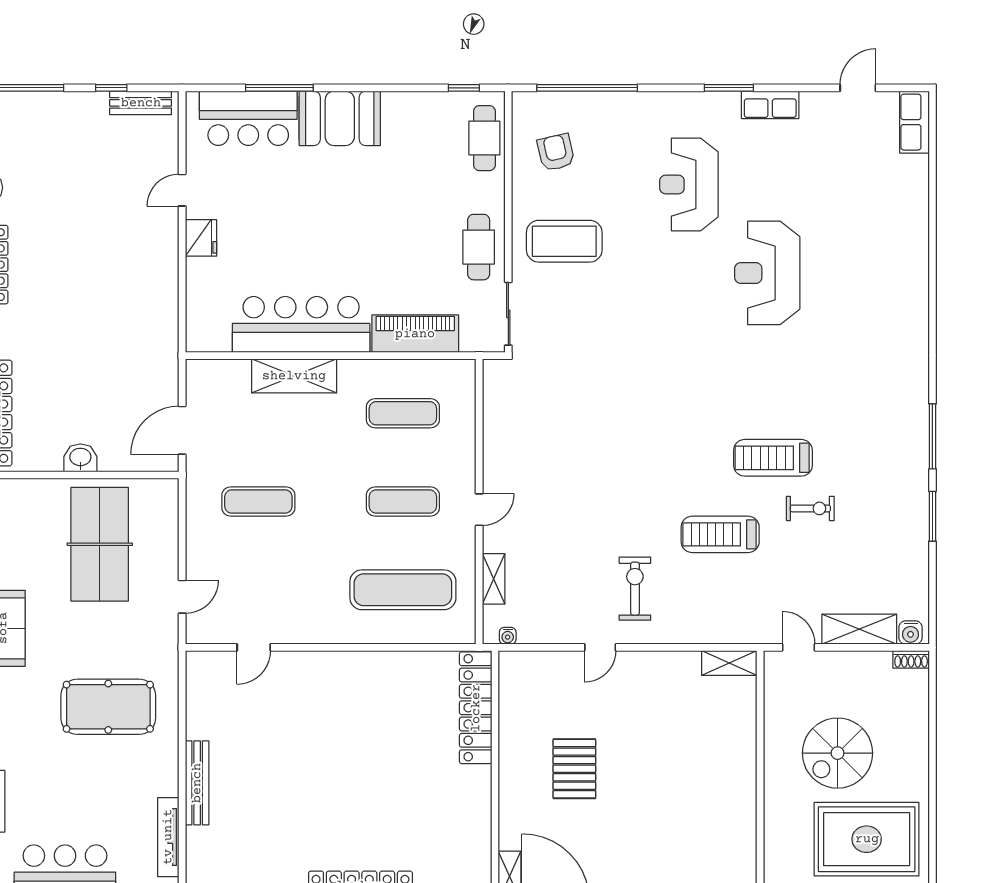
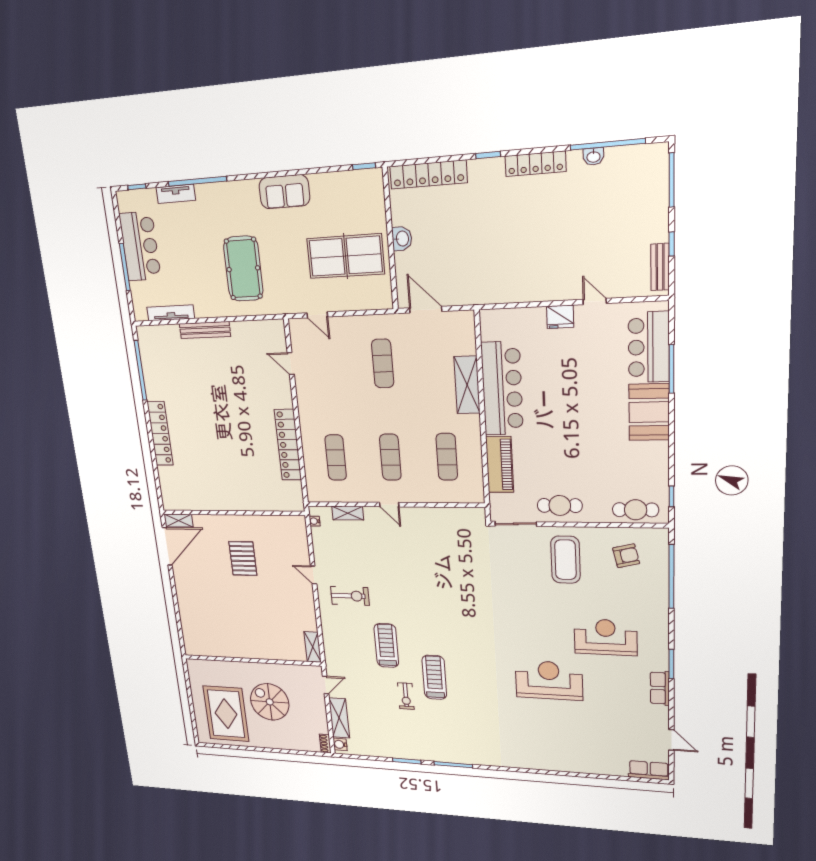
exercise mat: (403, 590) -> (336, 458), width x0.73, depth x0.69
locker: (476, 708) -> (288, 445), moved, turned -90
pallet: (574, 769) -> (243, 558), turned 90

